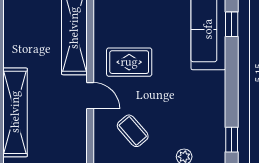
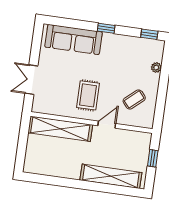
window: (232, 24) -> (106, 28), moved

